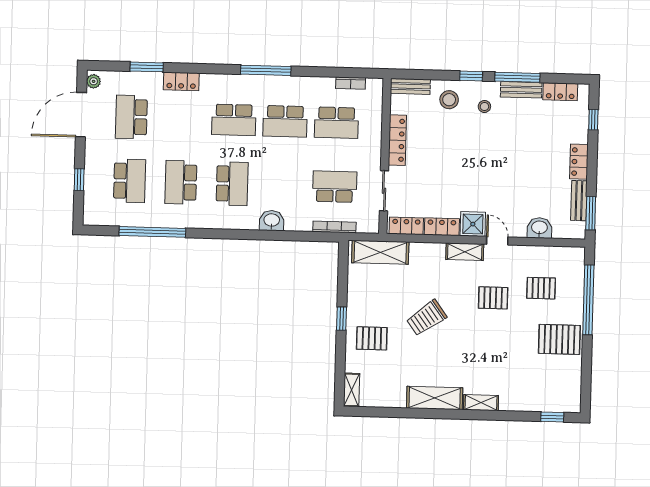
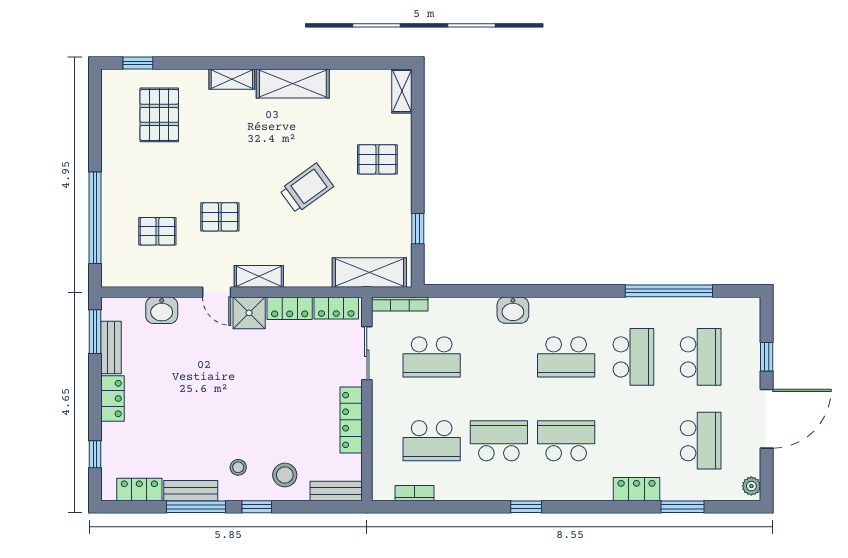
window: (266, 70) -> (526, 507), width x0.46
door: (81, 115) -> (767, 419), moved
school desk: (336, 123) -> (432, 441), turned 180
school desk: (130, 181) -> (701, 357), turned 180
school desk: (232, 184) -> (566, 357), turned -90
bookcase: (334, 227) -> (400, 304), moved
window: (341, 319) -> (418, 229), moved
pallet: (559, 339) -> (159, 115), moved, turned 90

